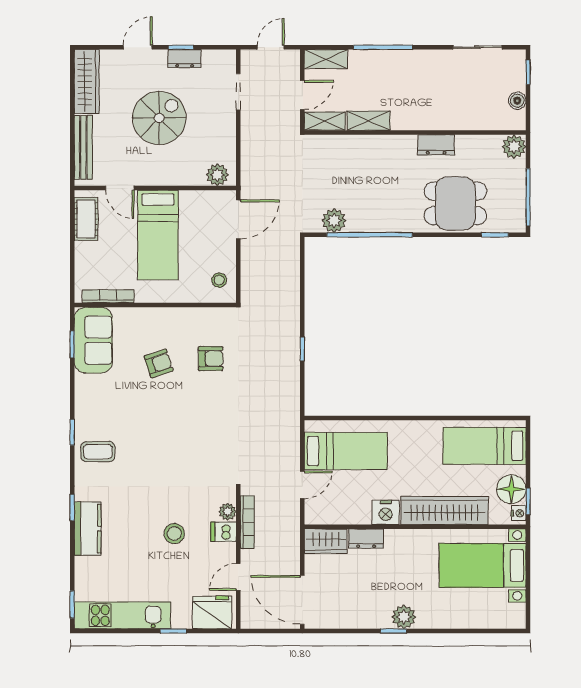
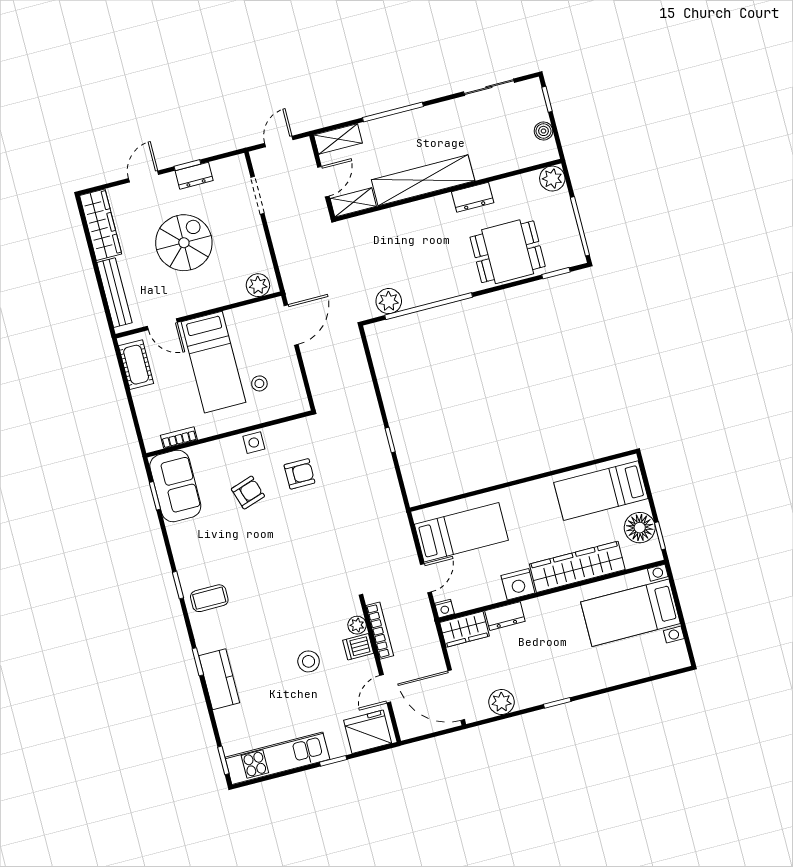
shelving: (369, 121) -> (423, 180), width x2.20, depth x1.33
stool: (219, 280) -> (259, 383), moved
bookcase: (108, 296) -> (179, 438), width x0.64
side table: (176, 319) -> (254, 443), added
nightstand: (519, 513) -> (444, 609), moved, turned 90
plant: (404, 617) -> (501, 702), moved

